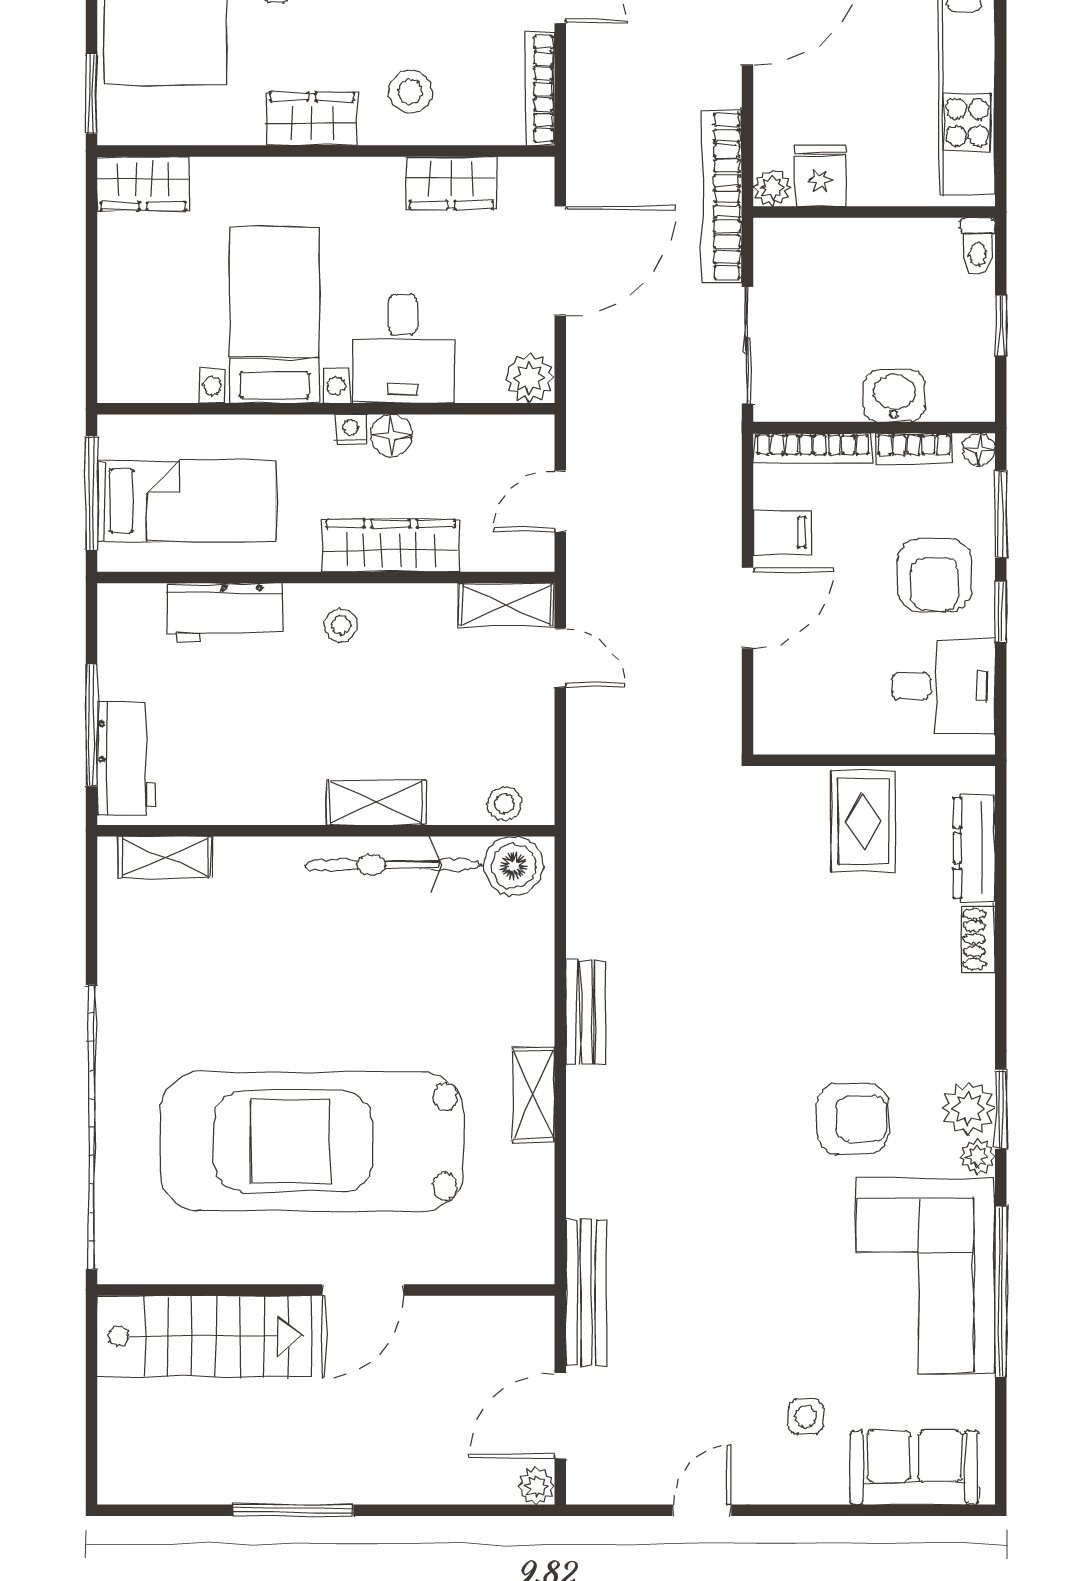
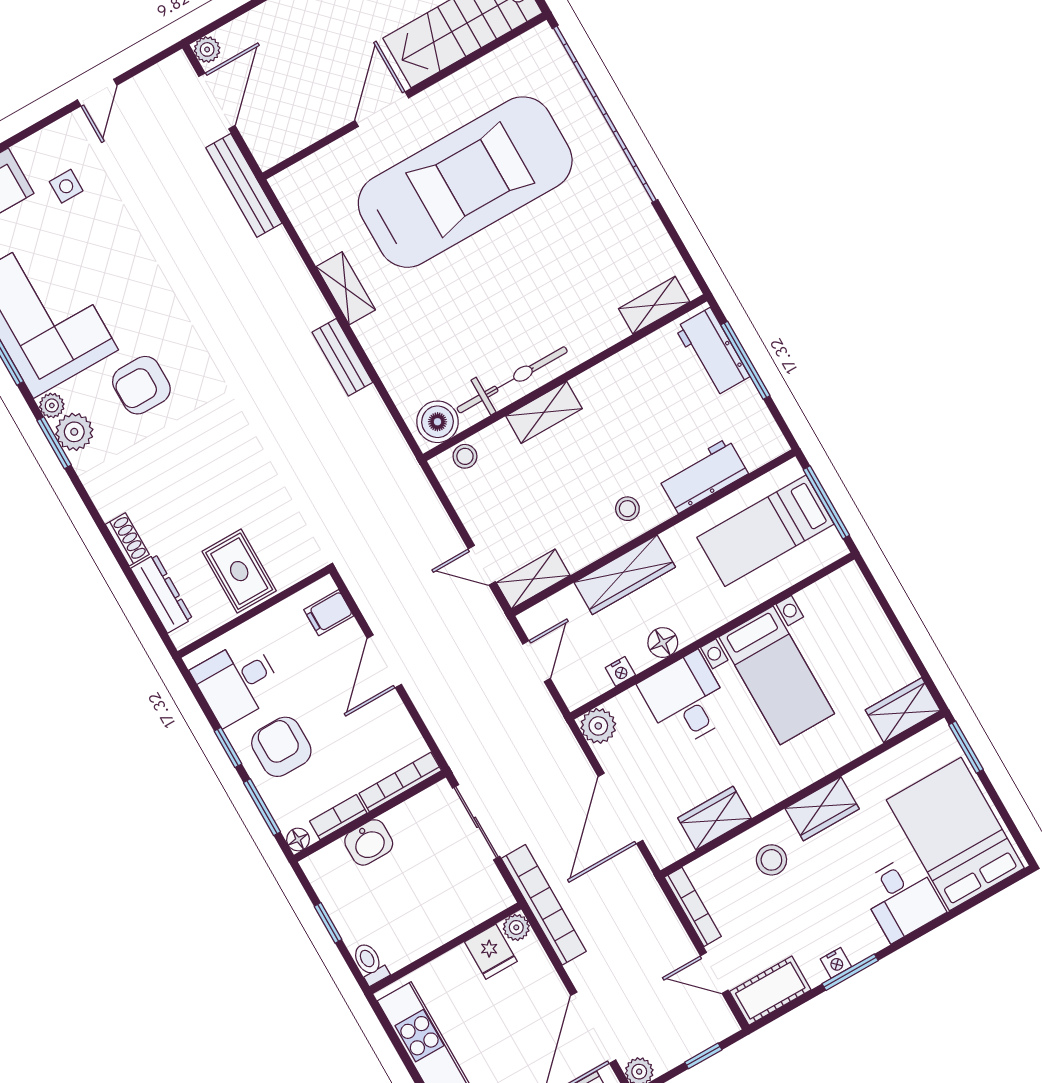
nightstand: (350, 430) -> (620, 671), moved
filing cabinet: (782, 532) -> (329, 613), moved

